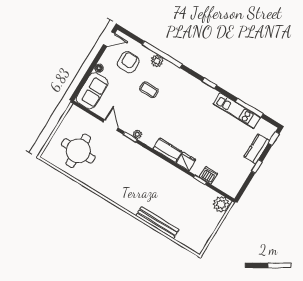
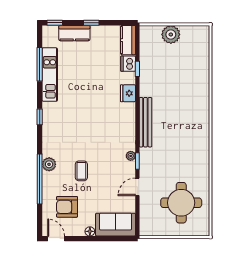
plant: (157, 61) -> (49, 164), moved
kitchen counter: (168, 150) -> (128, 40), moved
plant: (221, 204) -> (171, 35), moved
bench: (157, 223) -> (145, 122), moved

